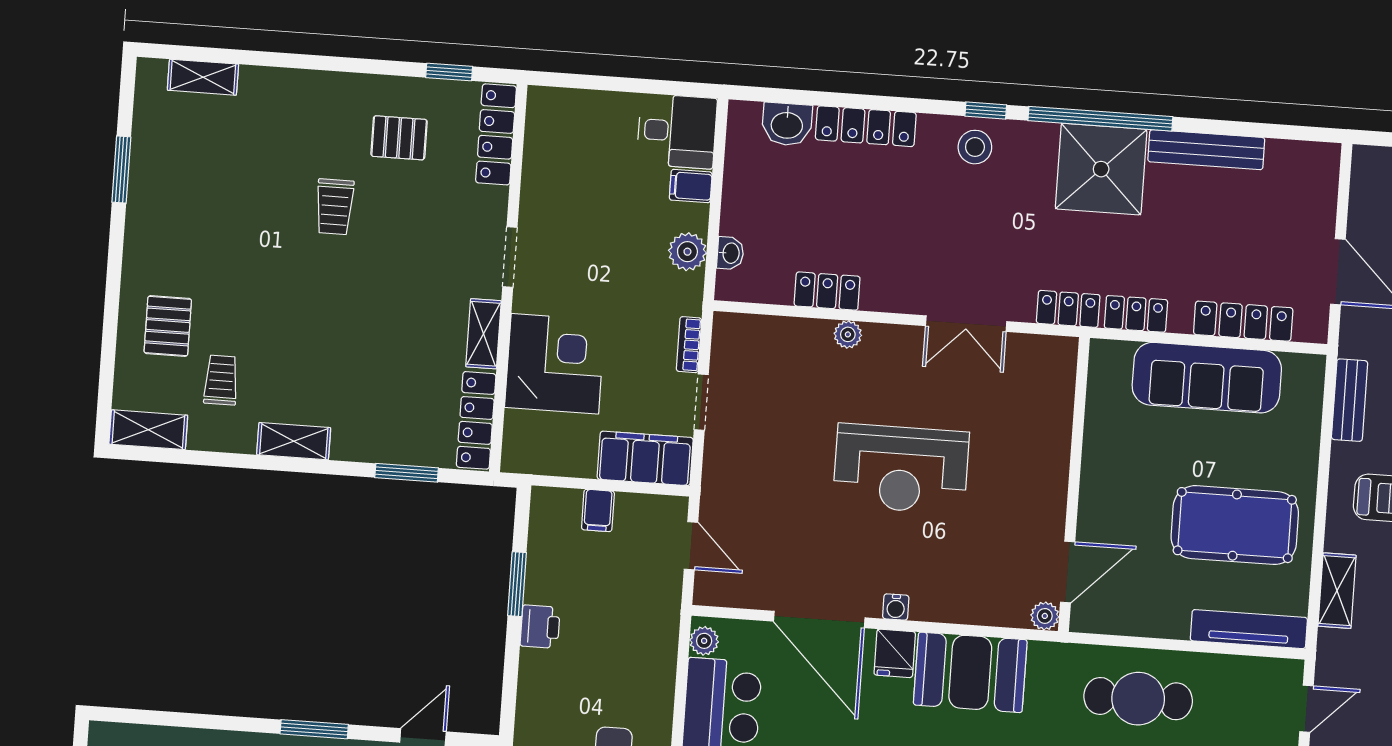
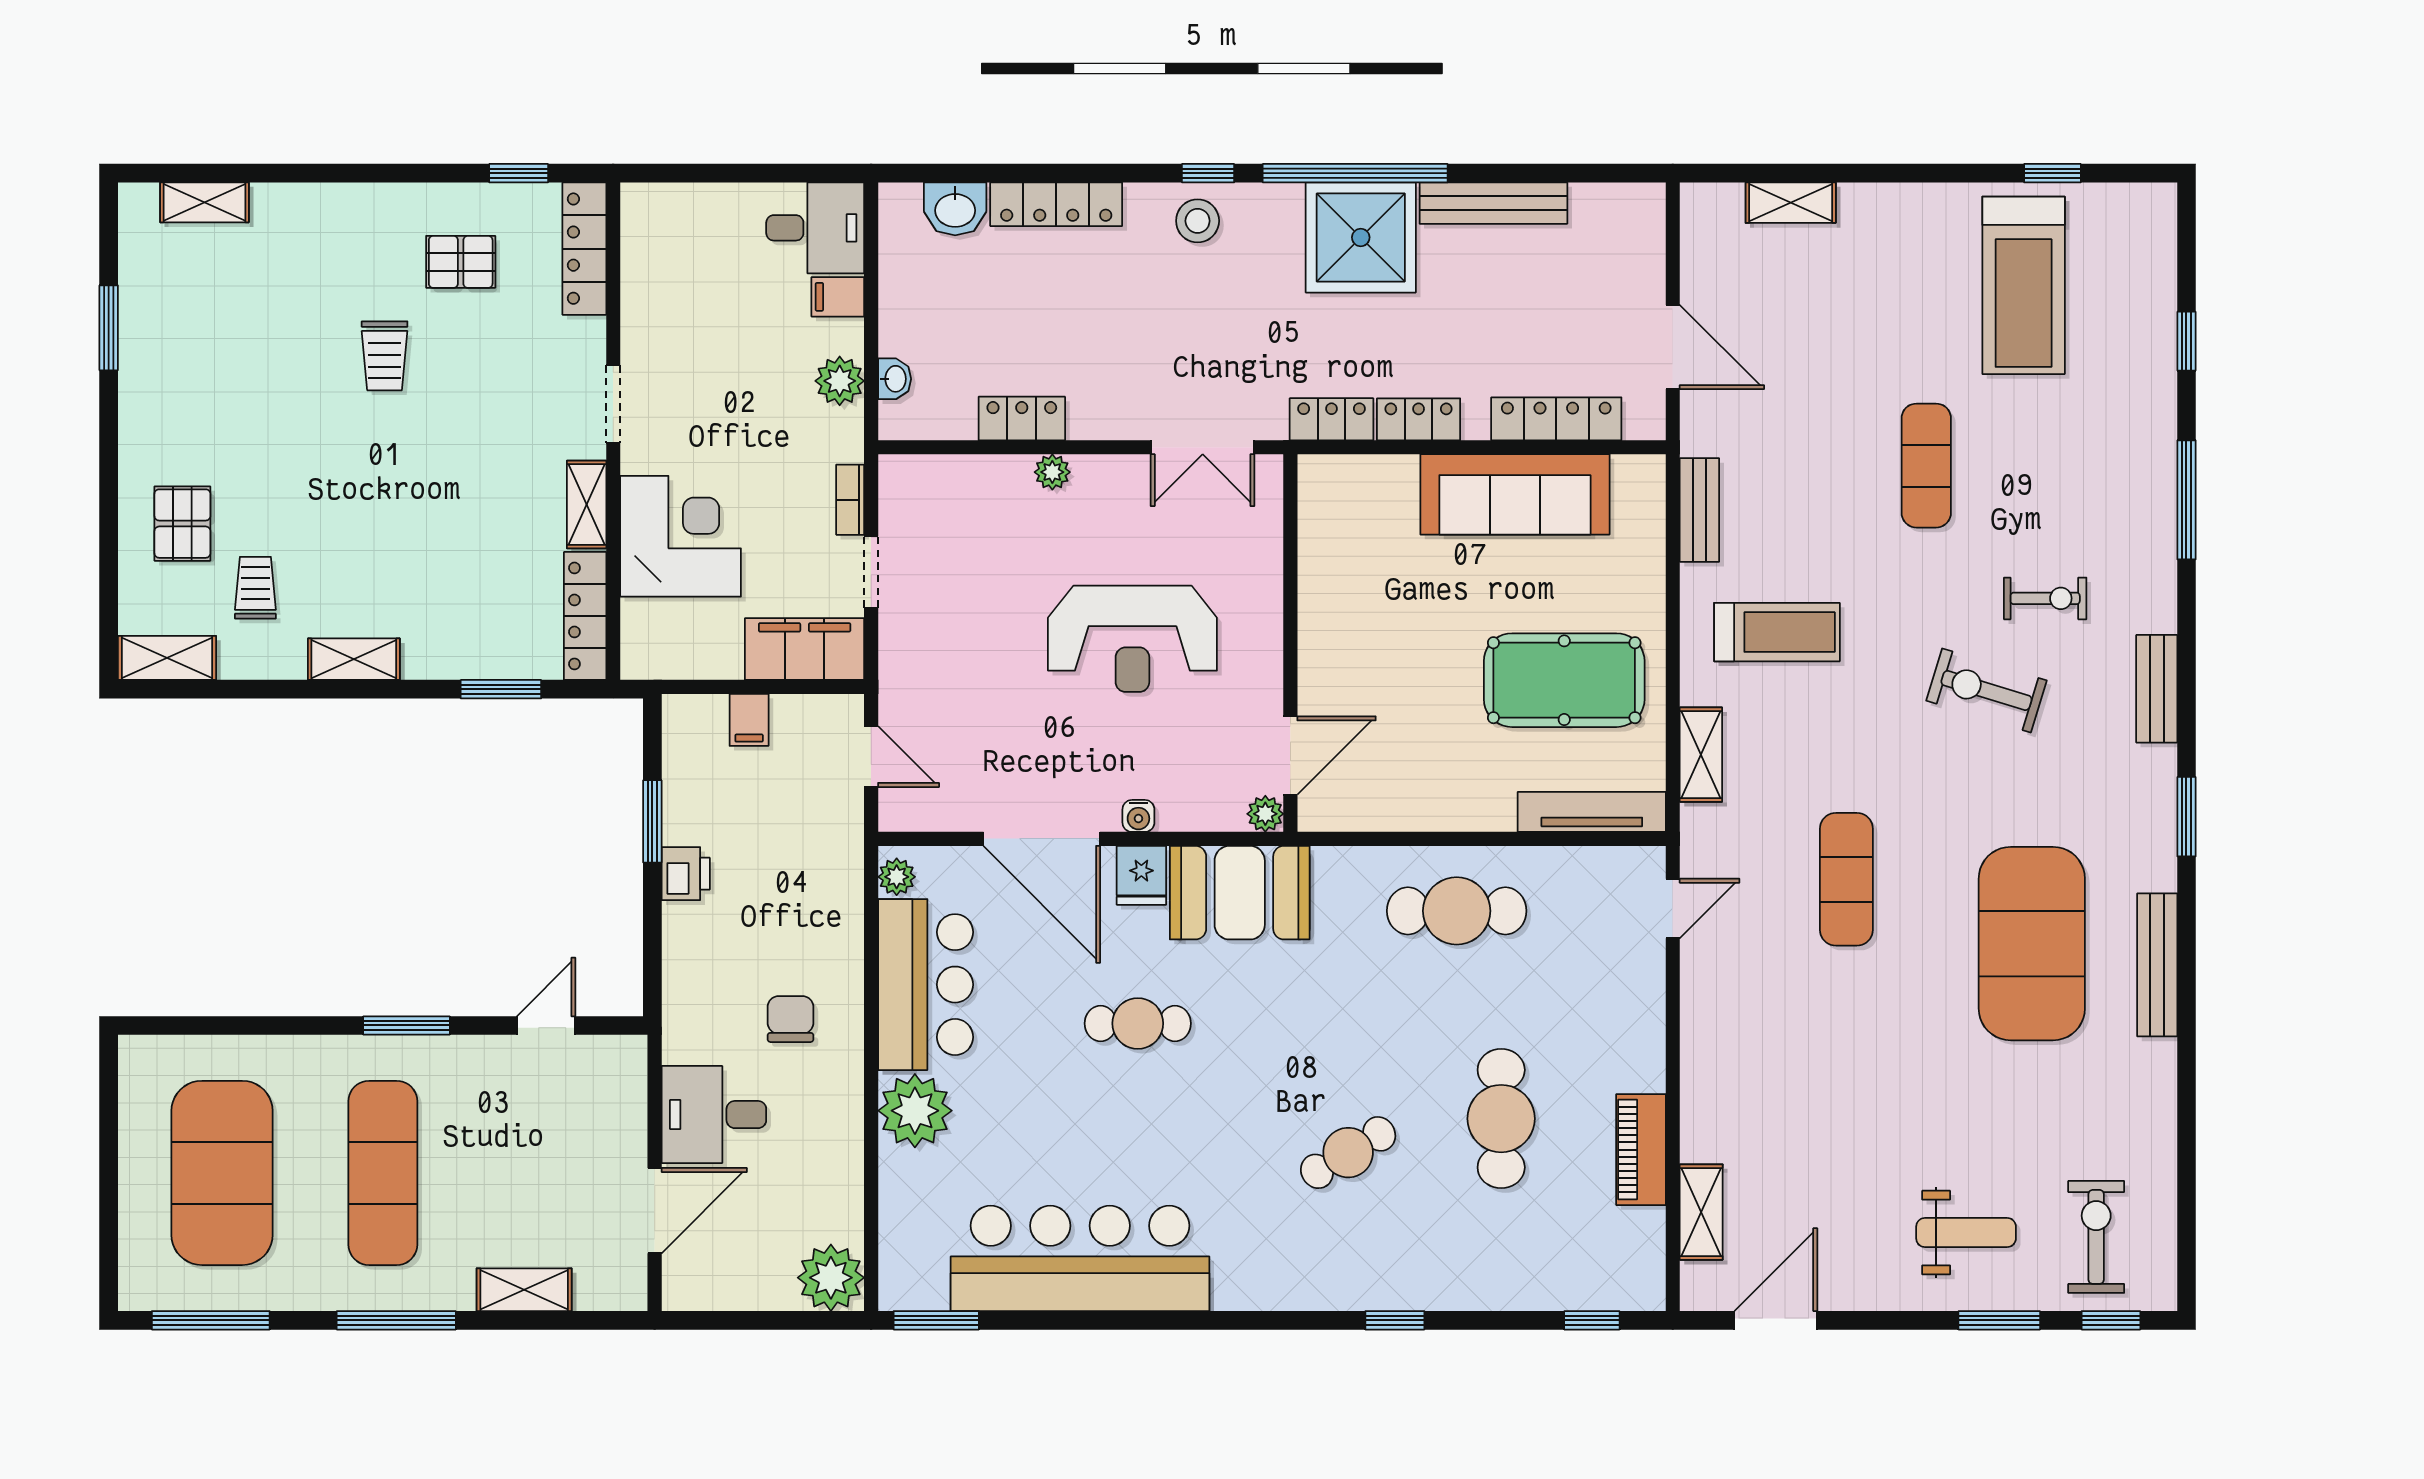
wall: (1074, 484) -> (1290, 643), moved
door: (1068, 572) -> (1290, 755), moved
plant: (1045, 616) -> (1265, 814), moved

